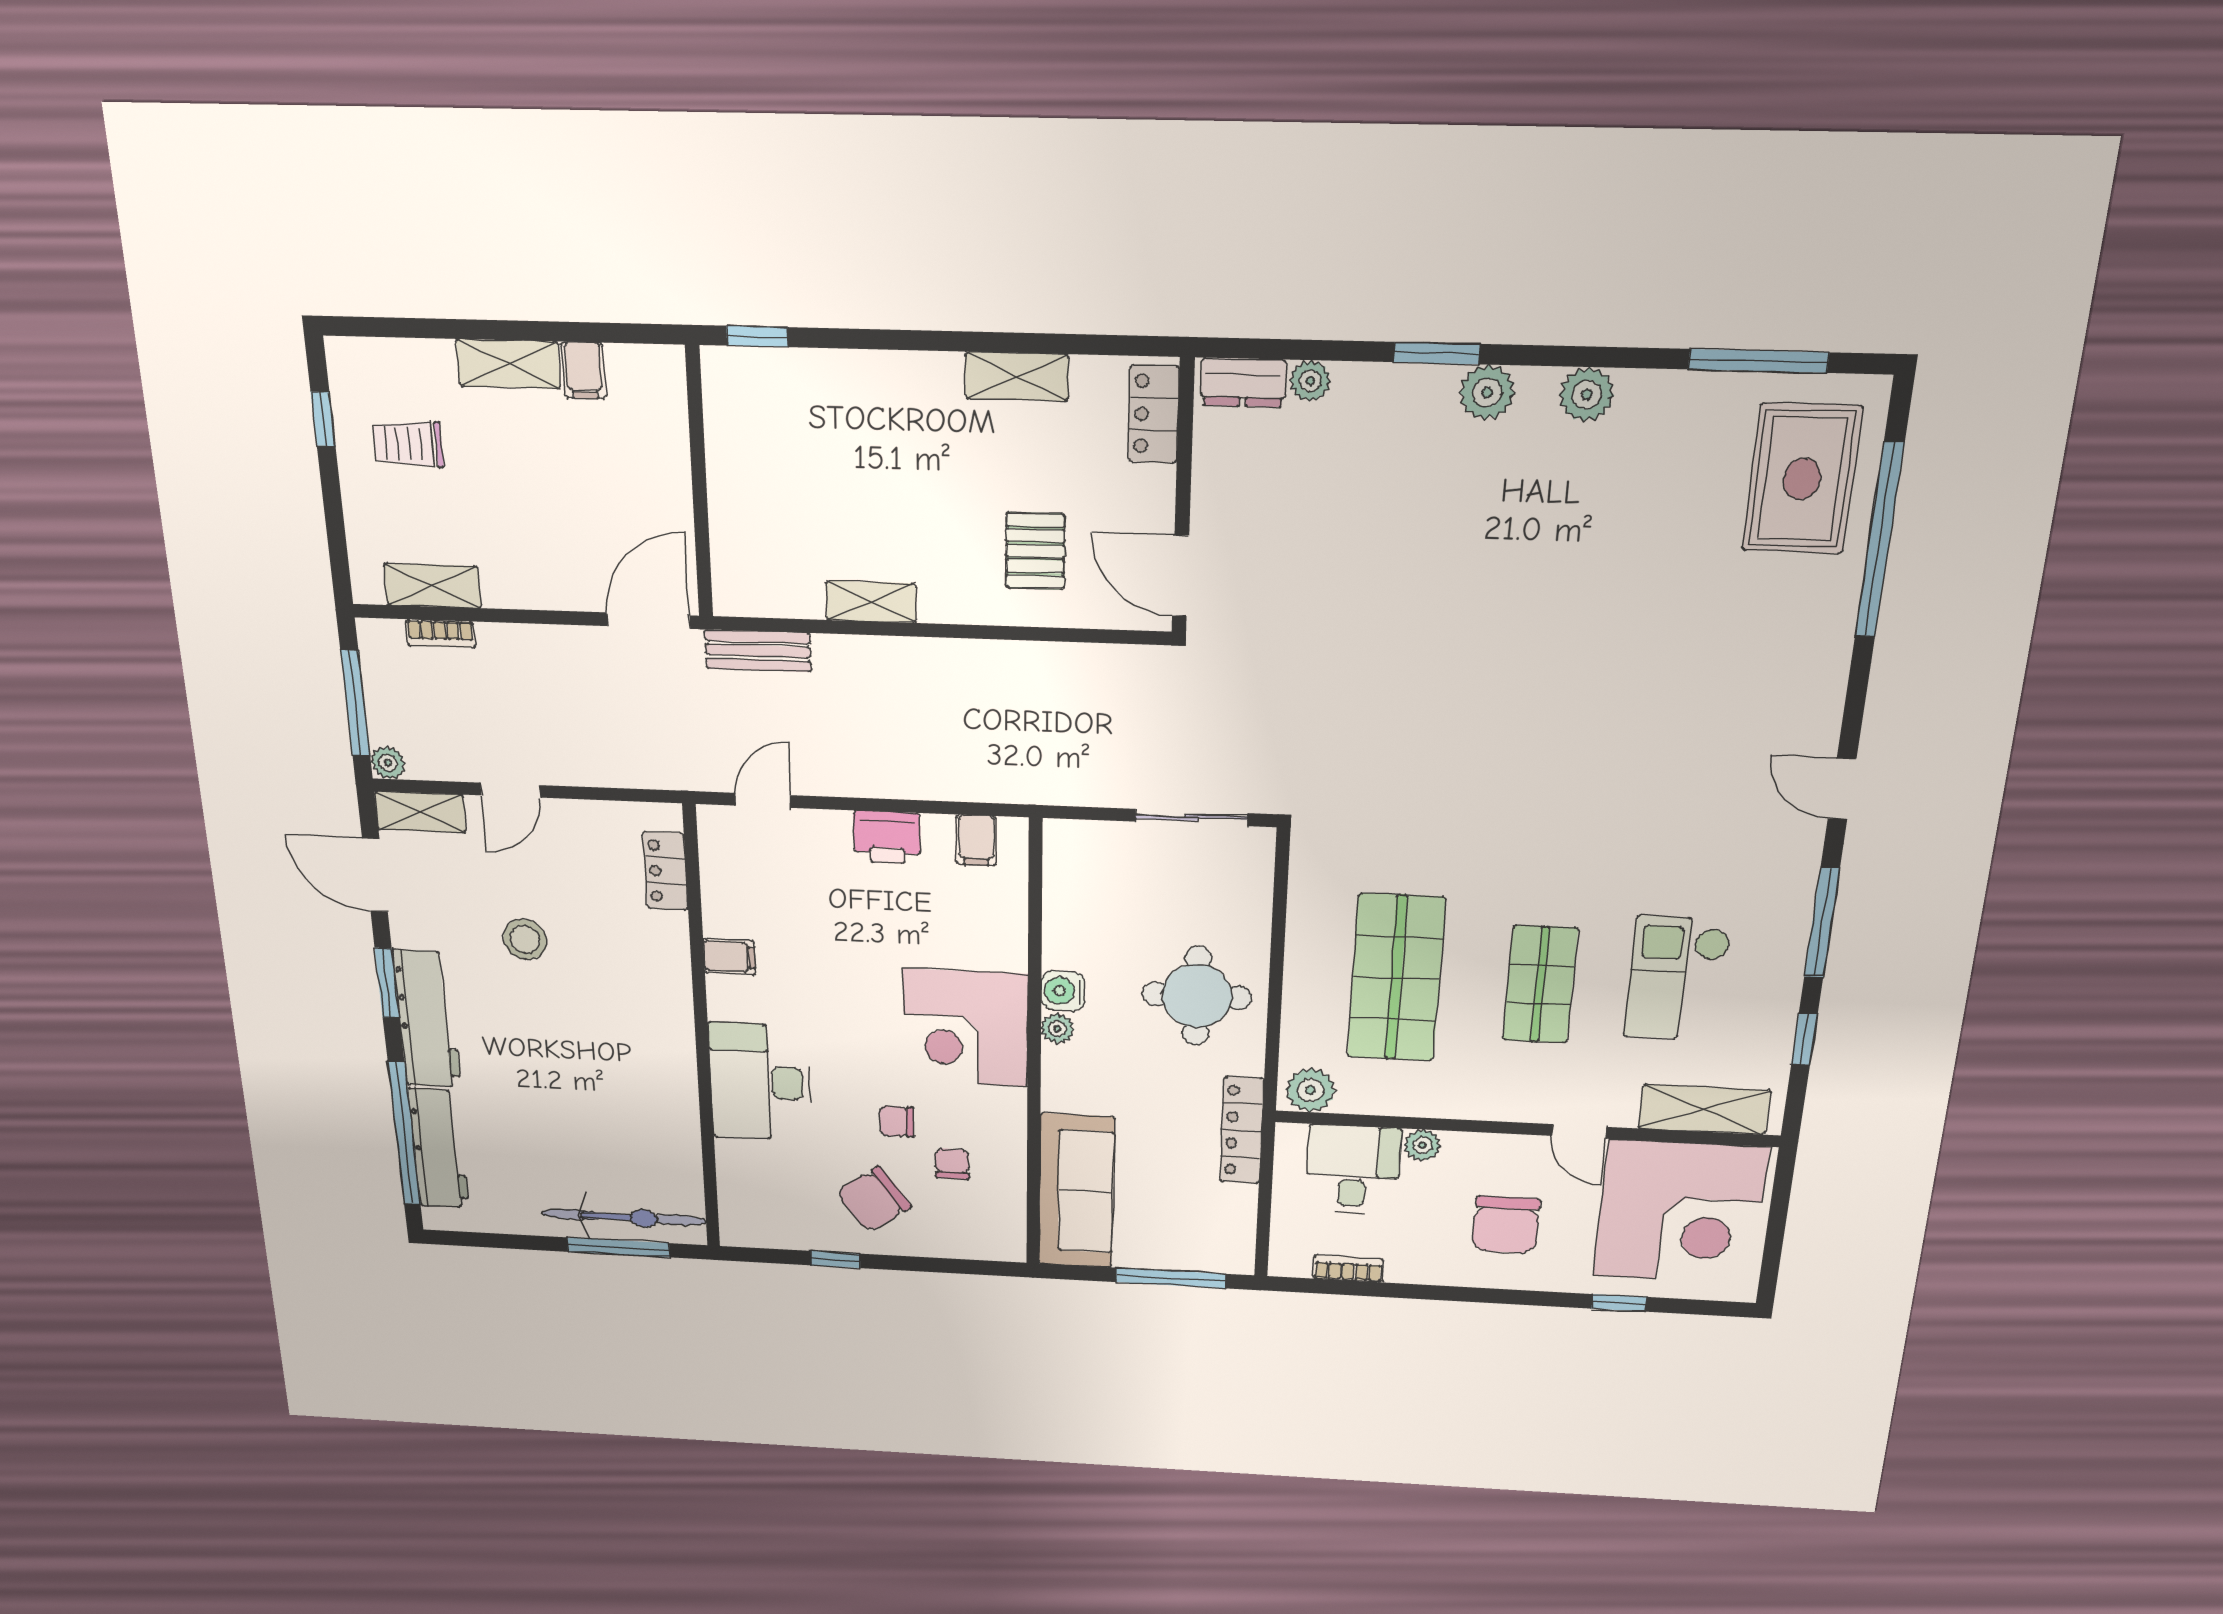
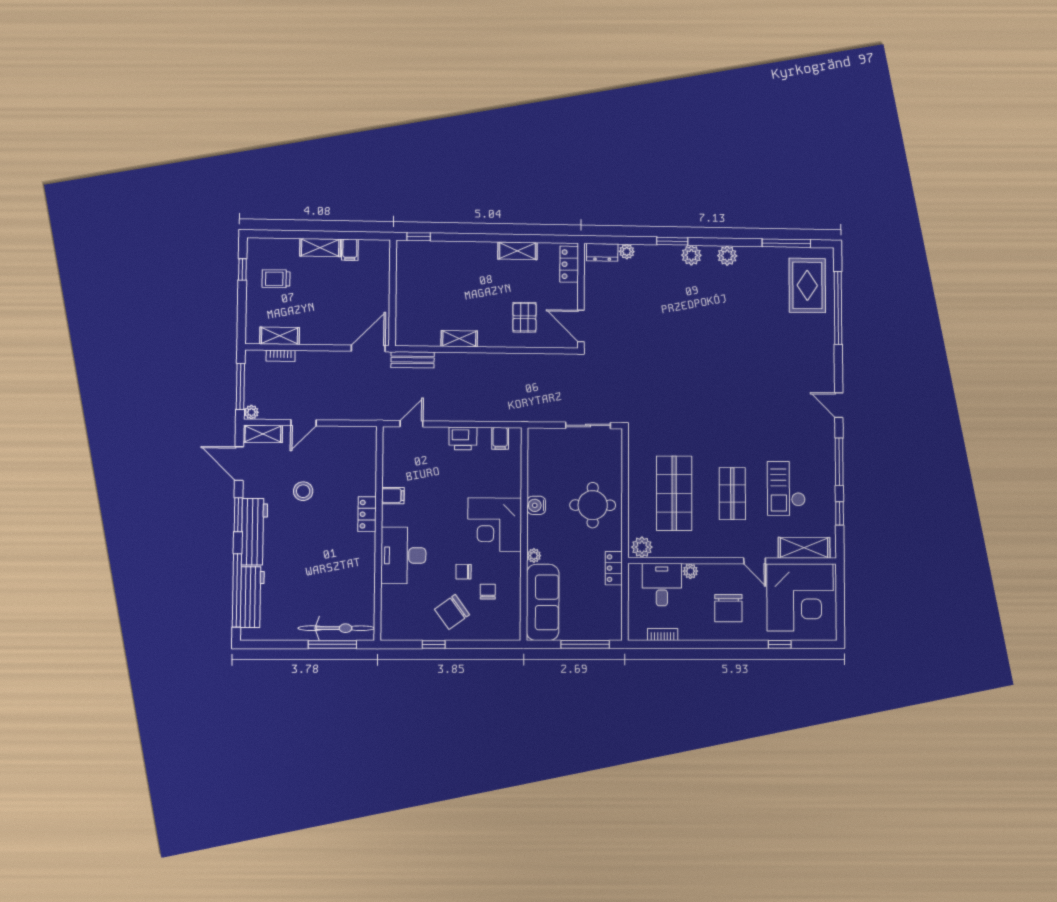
locker: (666, 871) -> (367, 514), moved
plant: (1057, 1029) -> (534, 556), moved
locker: (1242, 1130) -> (614, 568), width x0.66

